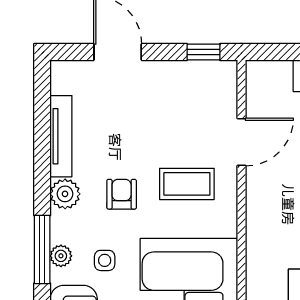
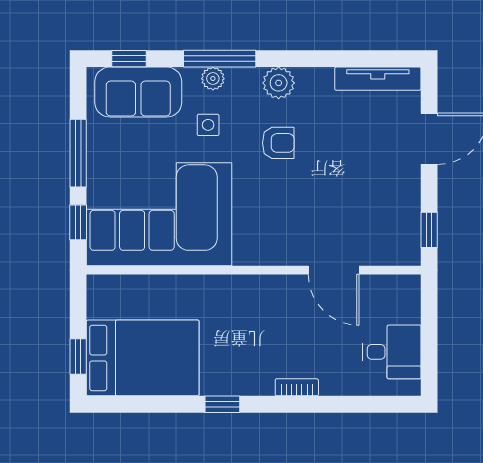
tv unit: (61, 136) -> (378, 79), moved
coffee table: (187, 184) -> (289, 212), removed

